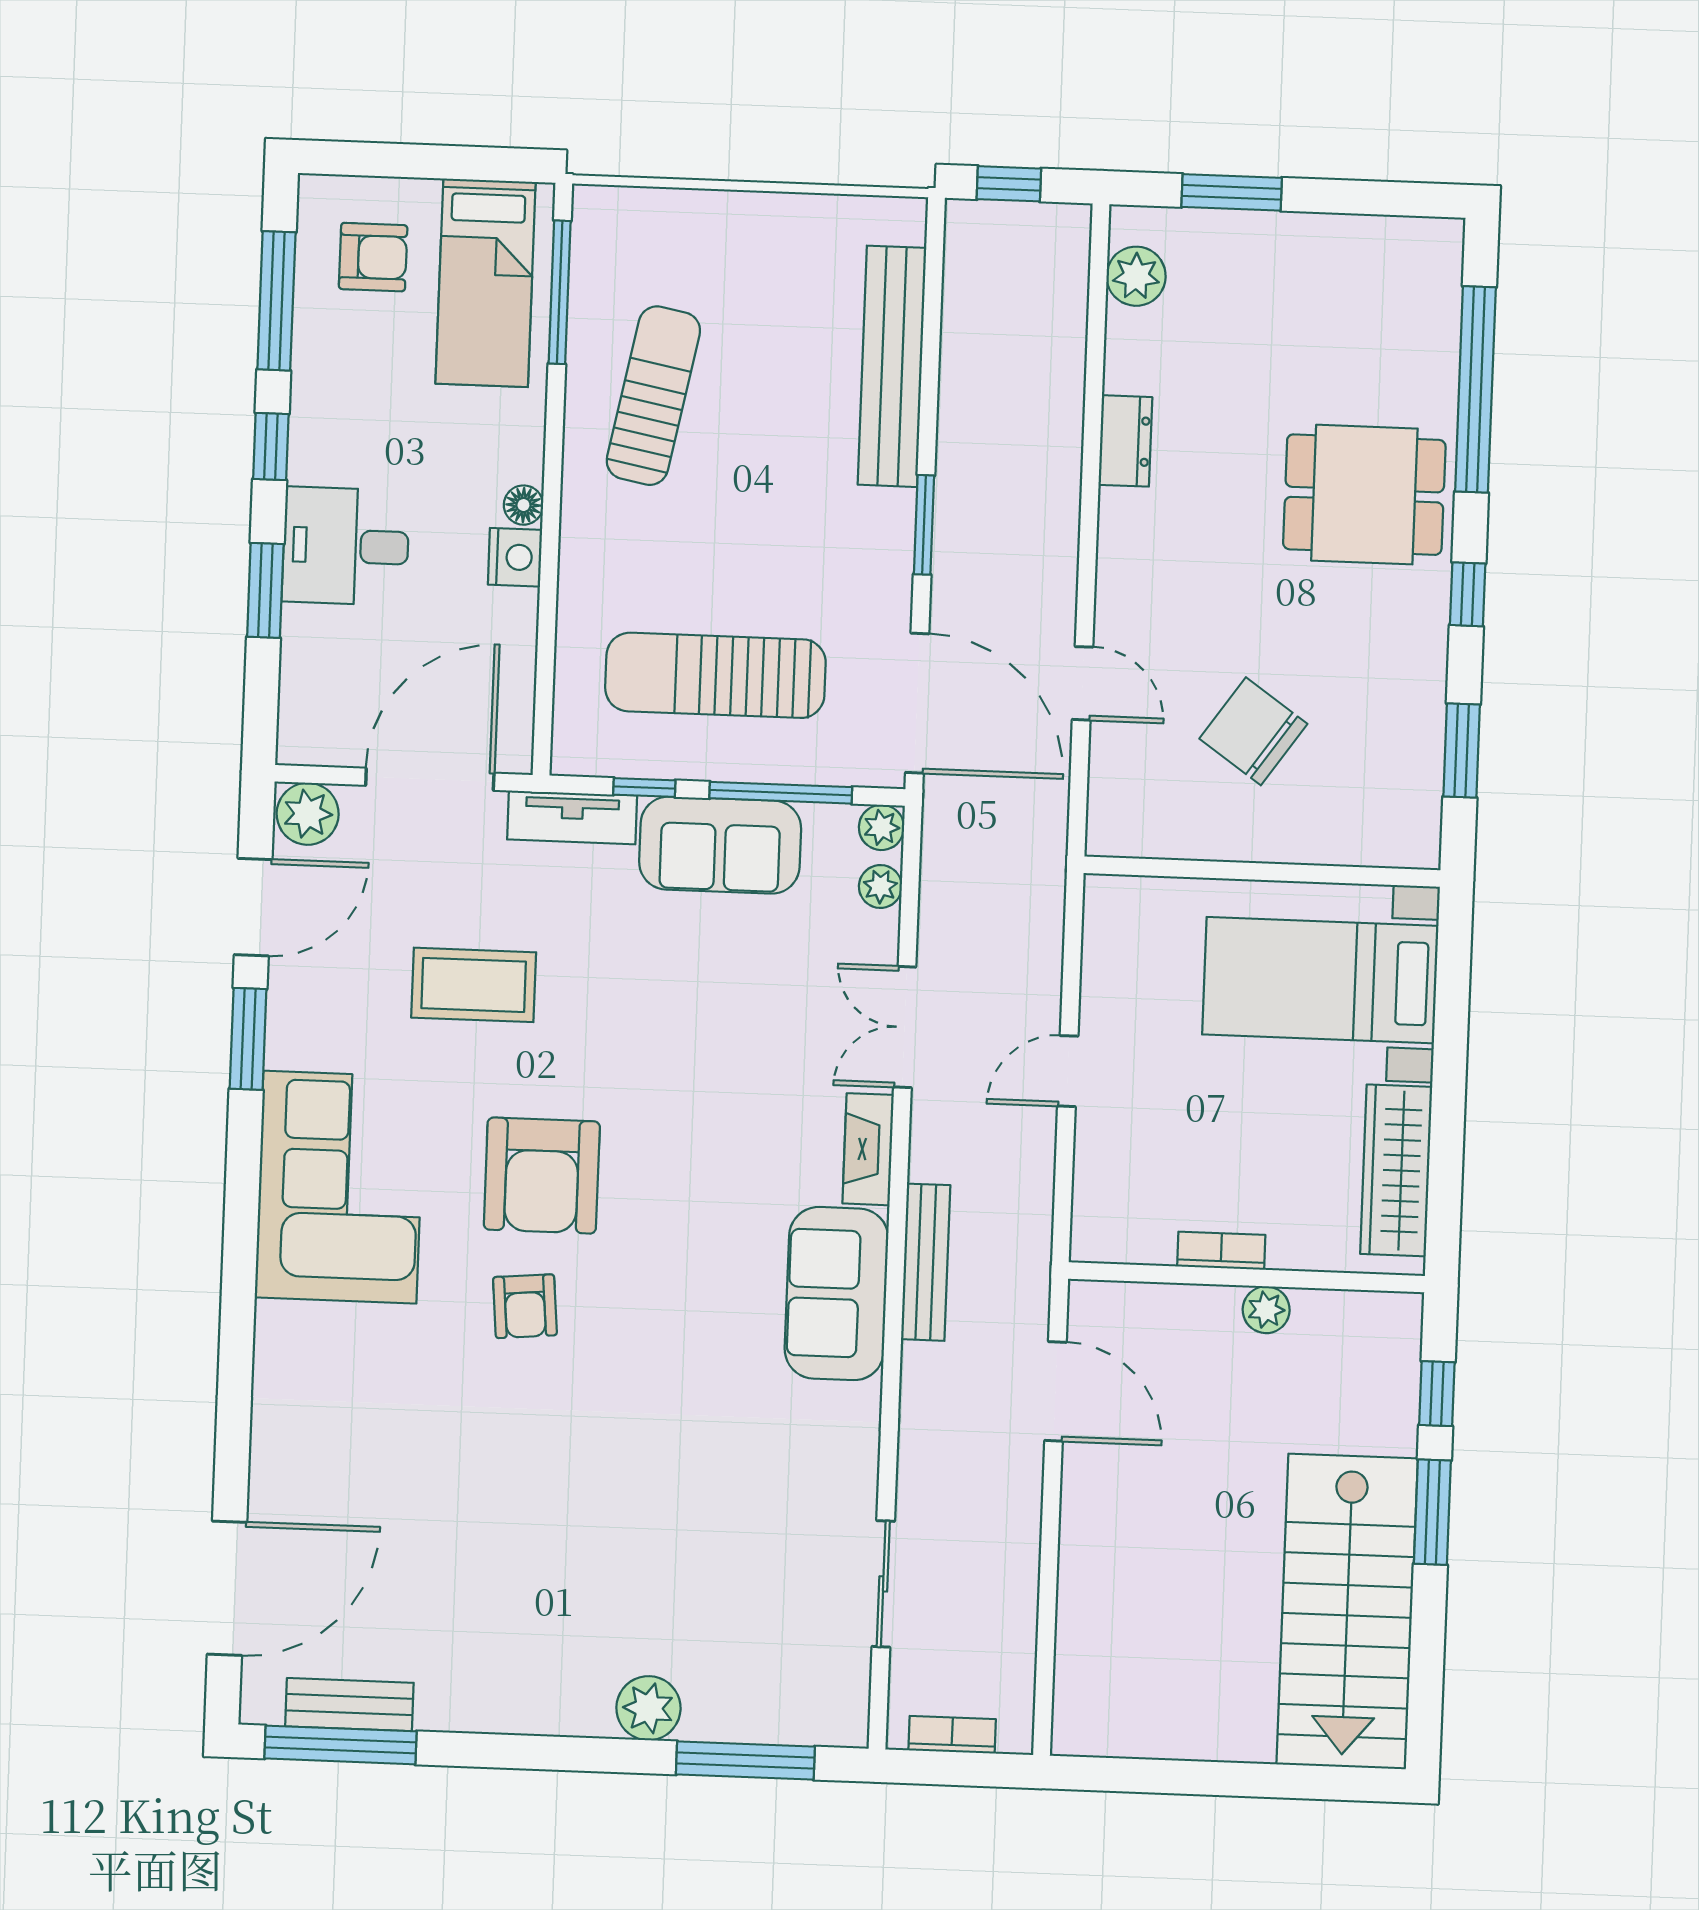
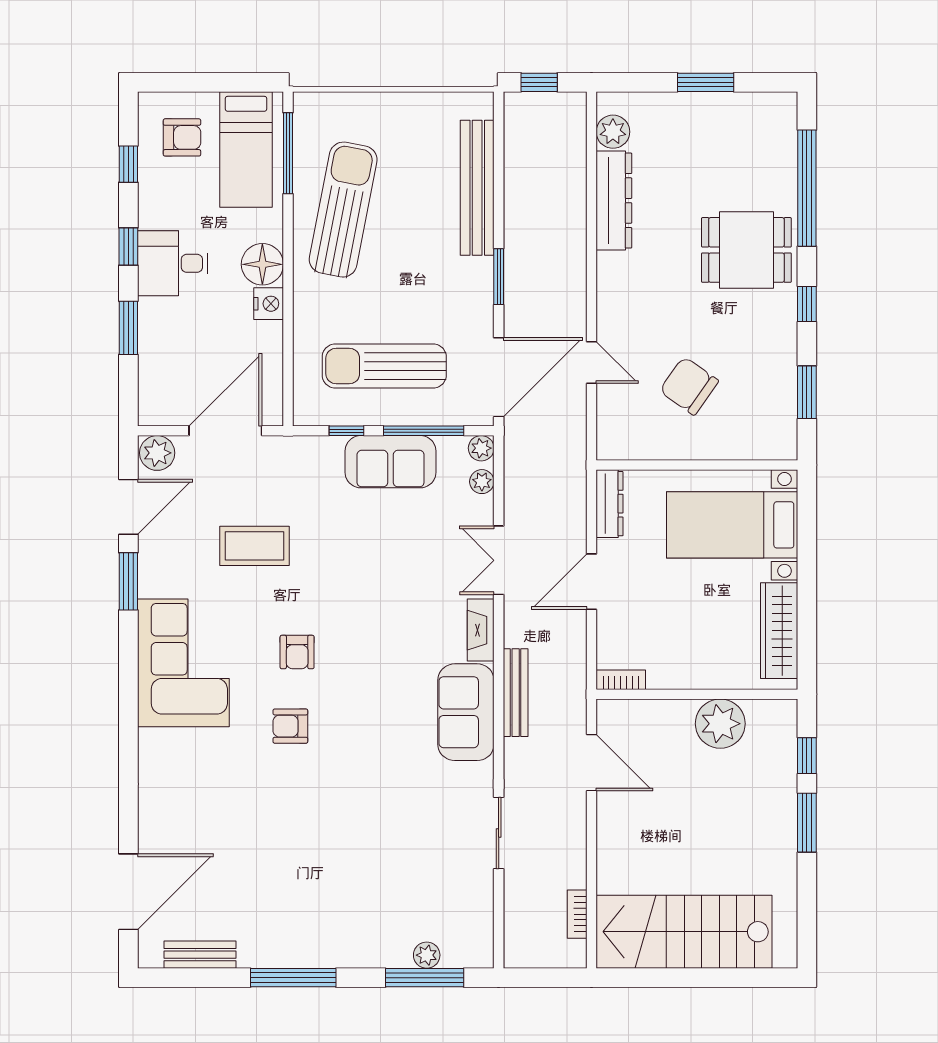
window: (1232, 192) -> (706, 82), moved
window: (276, 301) -> (128, 164), width x0.46
sun lounger: (653, 396) -> (343, 210), width x1.36, depth x1.34
dresser: (1125, 441) -> (614, 201), width x1.96, depth x1.24
floor lamp: (523, 505) -> (262, 264), width x1.89, depth x1.89
desk: (346, 546) -> (173, 263), moved
door: (917, 703) -> (499, 377), hinge flipped
tv unit: (572, 817) -> (306, 449), removed
dresser: (1105, 934) -> (610, 504), added
door: (1068, 1071) -> (592, 582), width x1.38
armchair: (542, 1176) -> (297, 652), width x0.53, depth x0.53
bookcase: (1221, 1251) -> (621, 680), moved
armchair: (525, 1306) -> (290, 726), turned 95
plant: (1266, 1310) -> (720, 724), width x1.88, depth x1.88
sliding door: (883, 1584) -> (499, 833), moved
stairs: (1347, 1611) -> (684, 932), moved, turned 90
plant: (648, 1708) -> (427, 955), moved, width x0.73, depth x0.73
bookcase: (952, 1735) -> (577, 914), moved, turned -90
window: (341, 1745) -> (293, 978), moved

